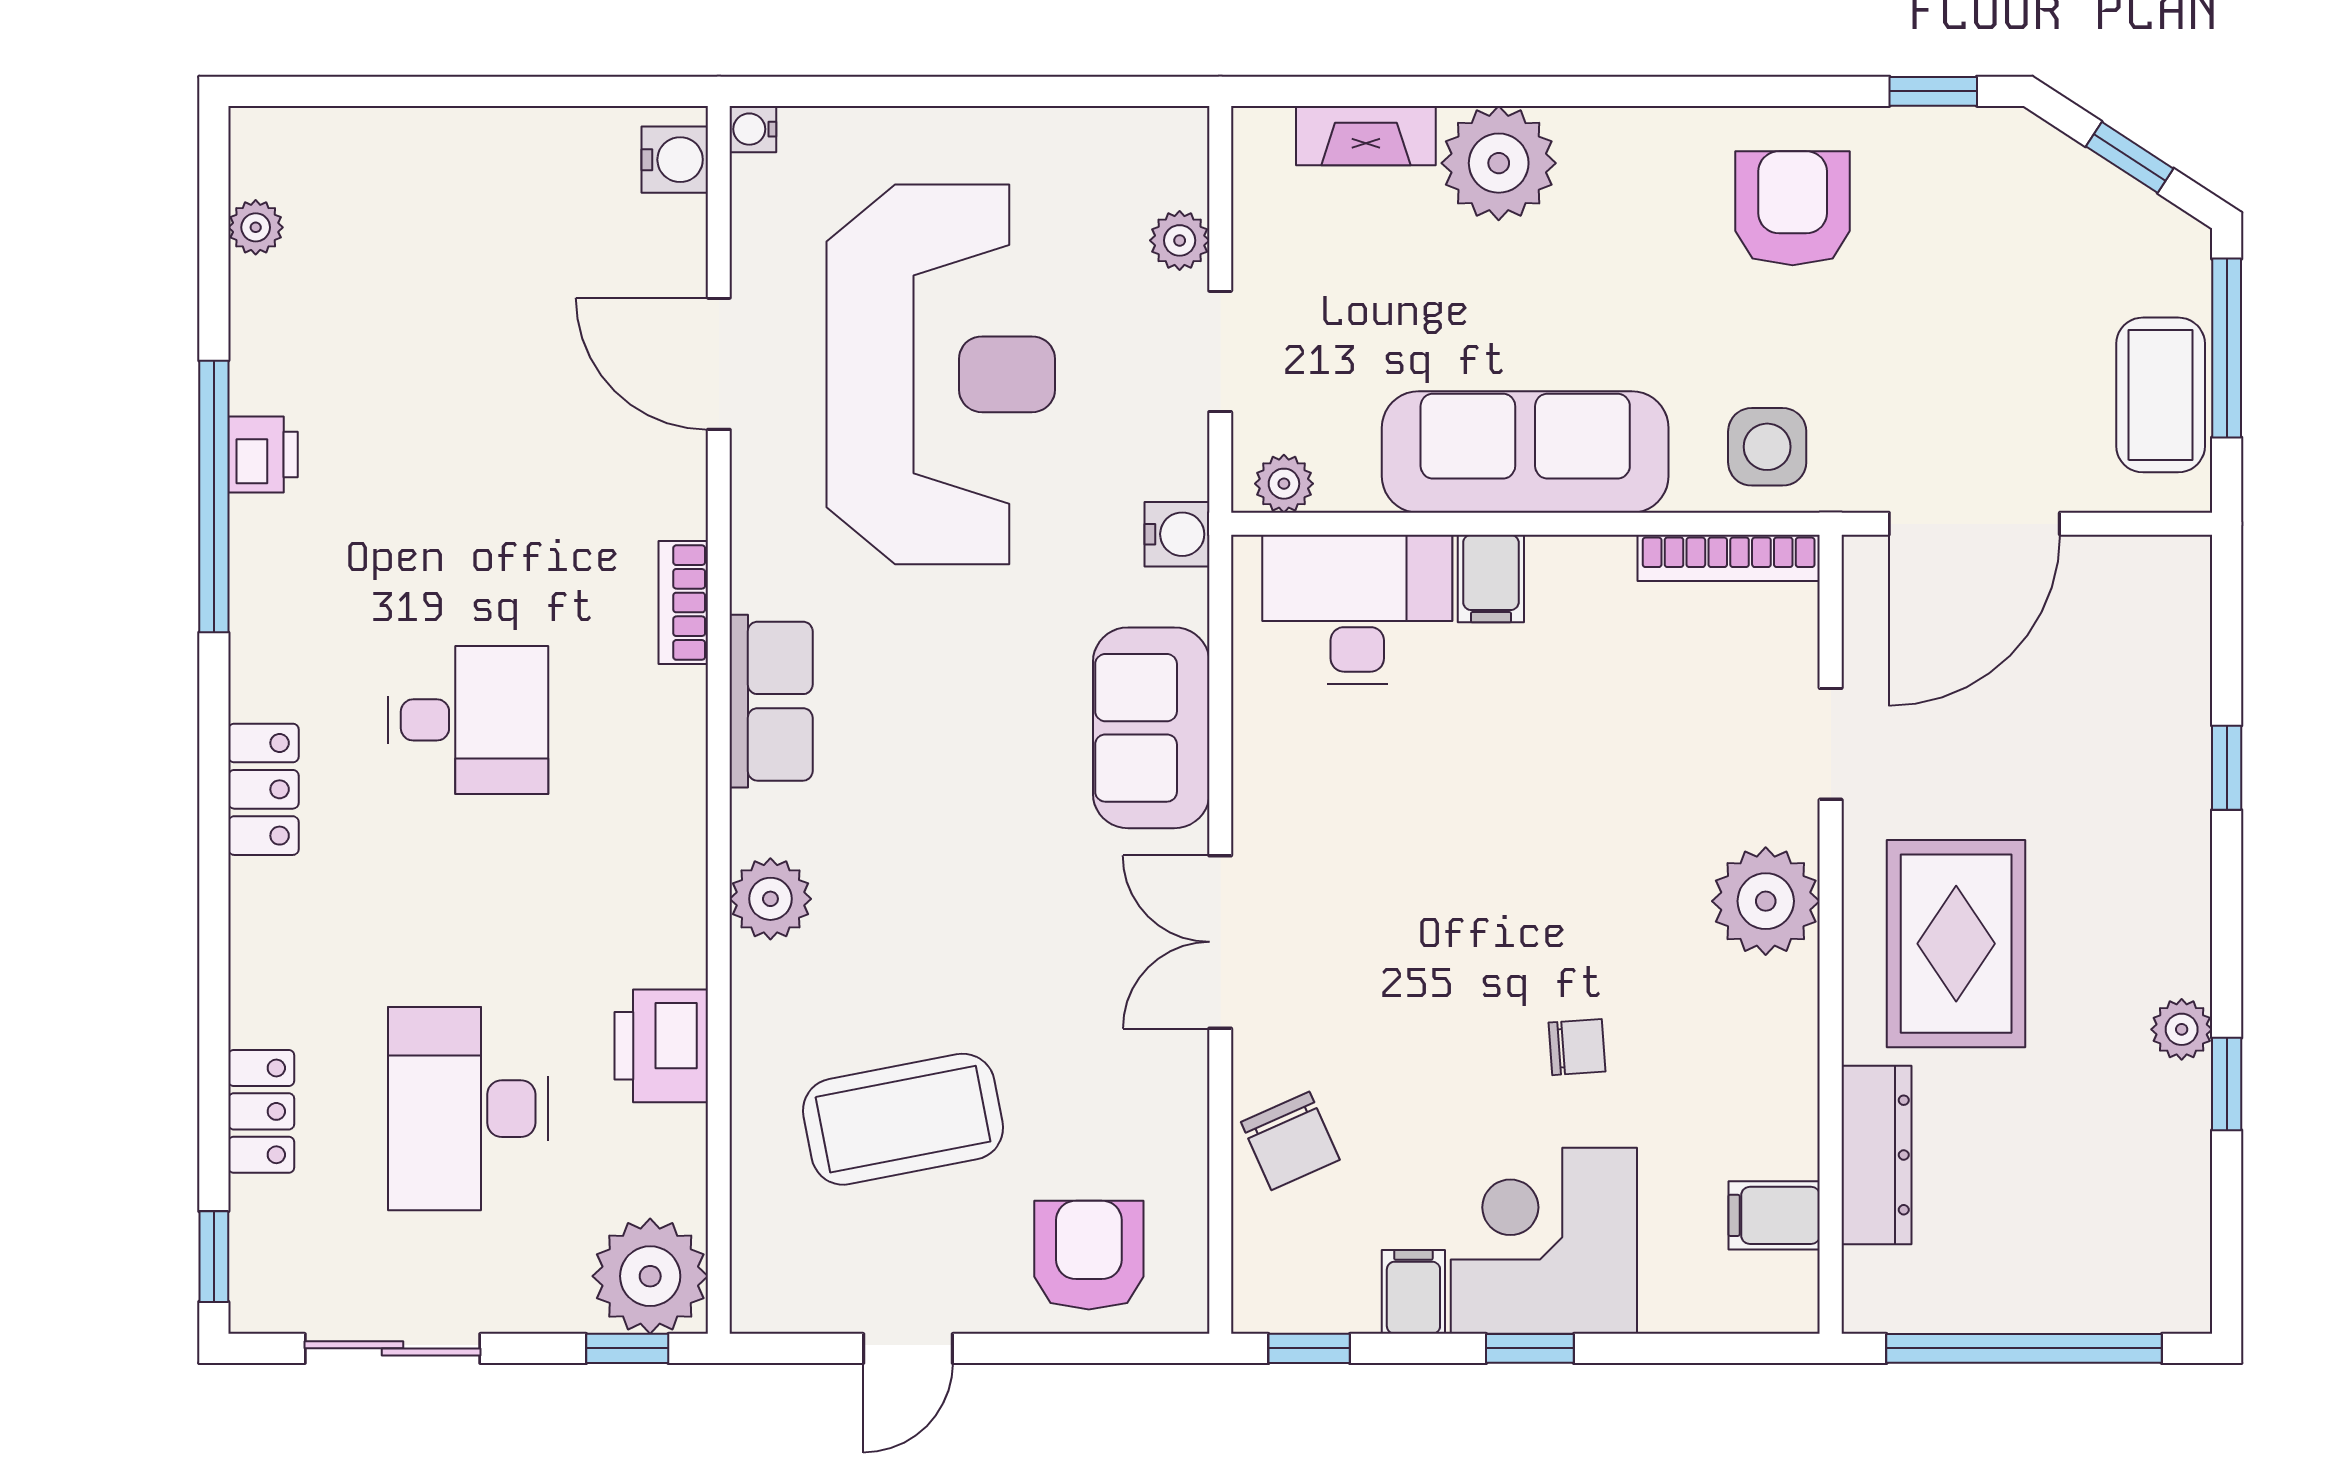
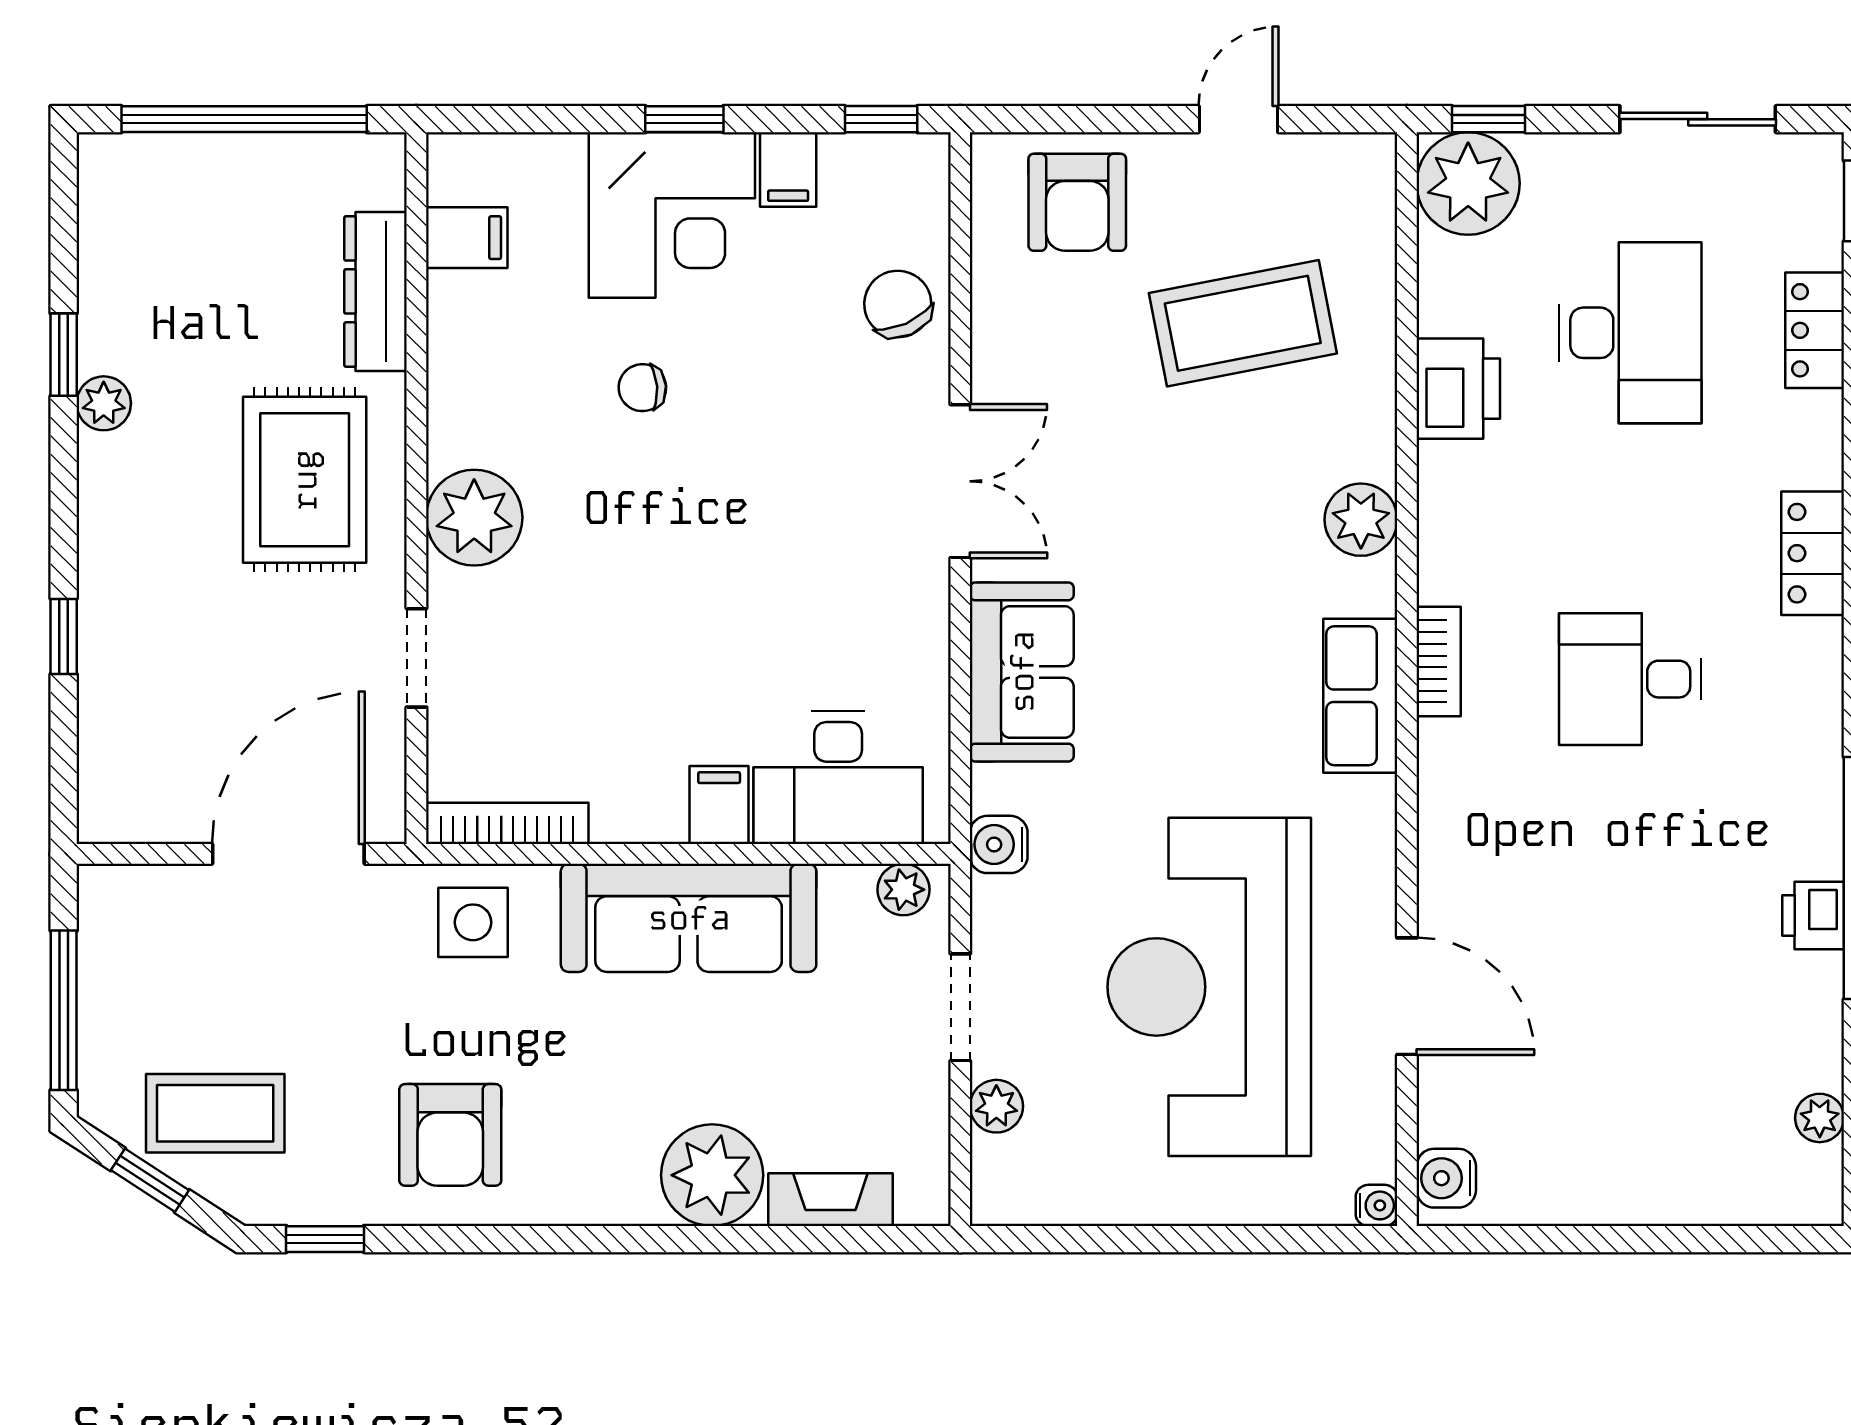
coffee table: (2161, 395) -> (215, 1113), moved, turned 90
bookcase: (683, 603) -> (1439, 661), moved
locker: (263, 789) -> (1813, 553), moved

